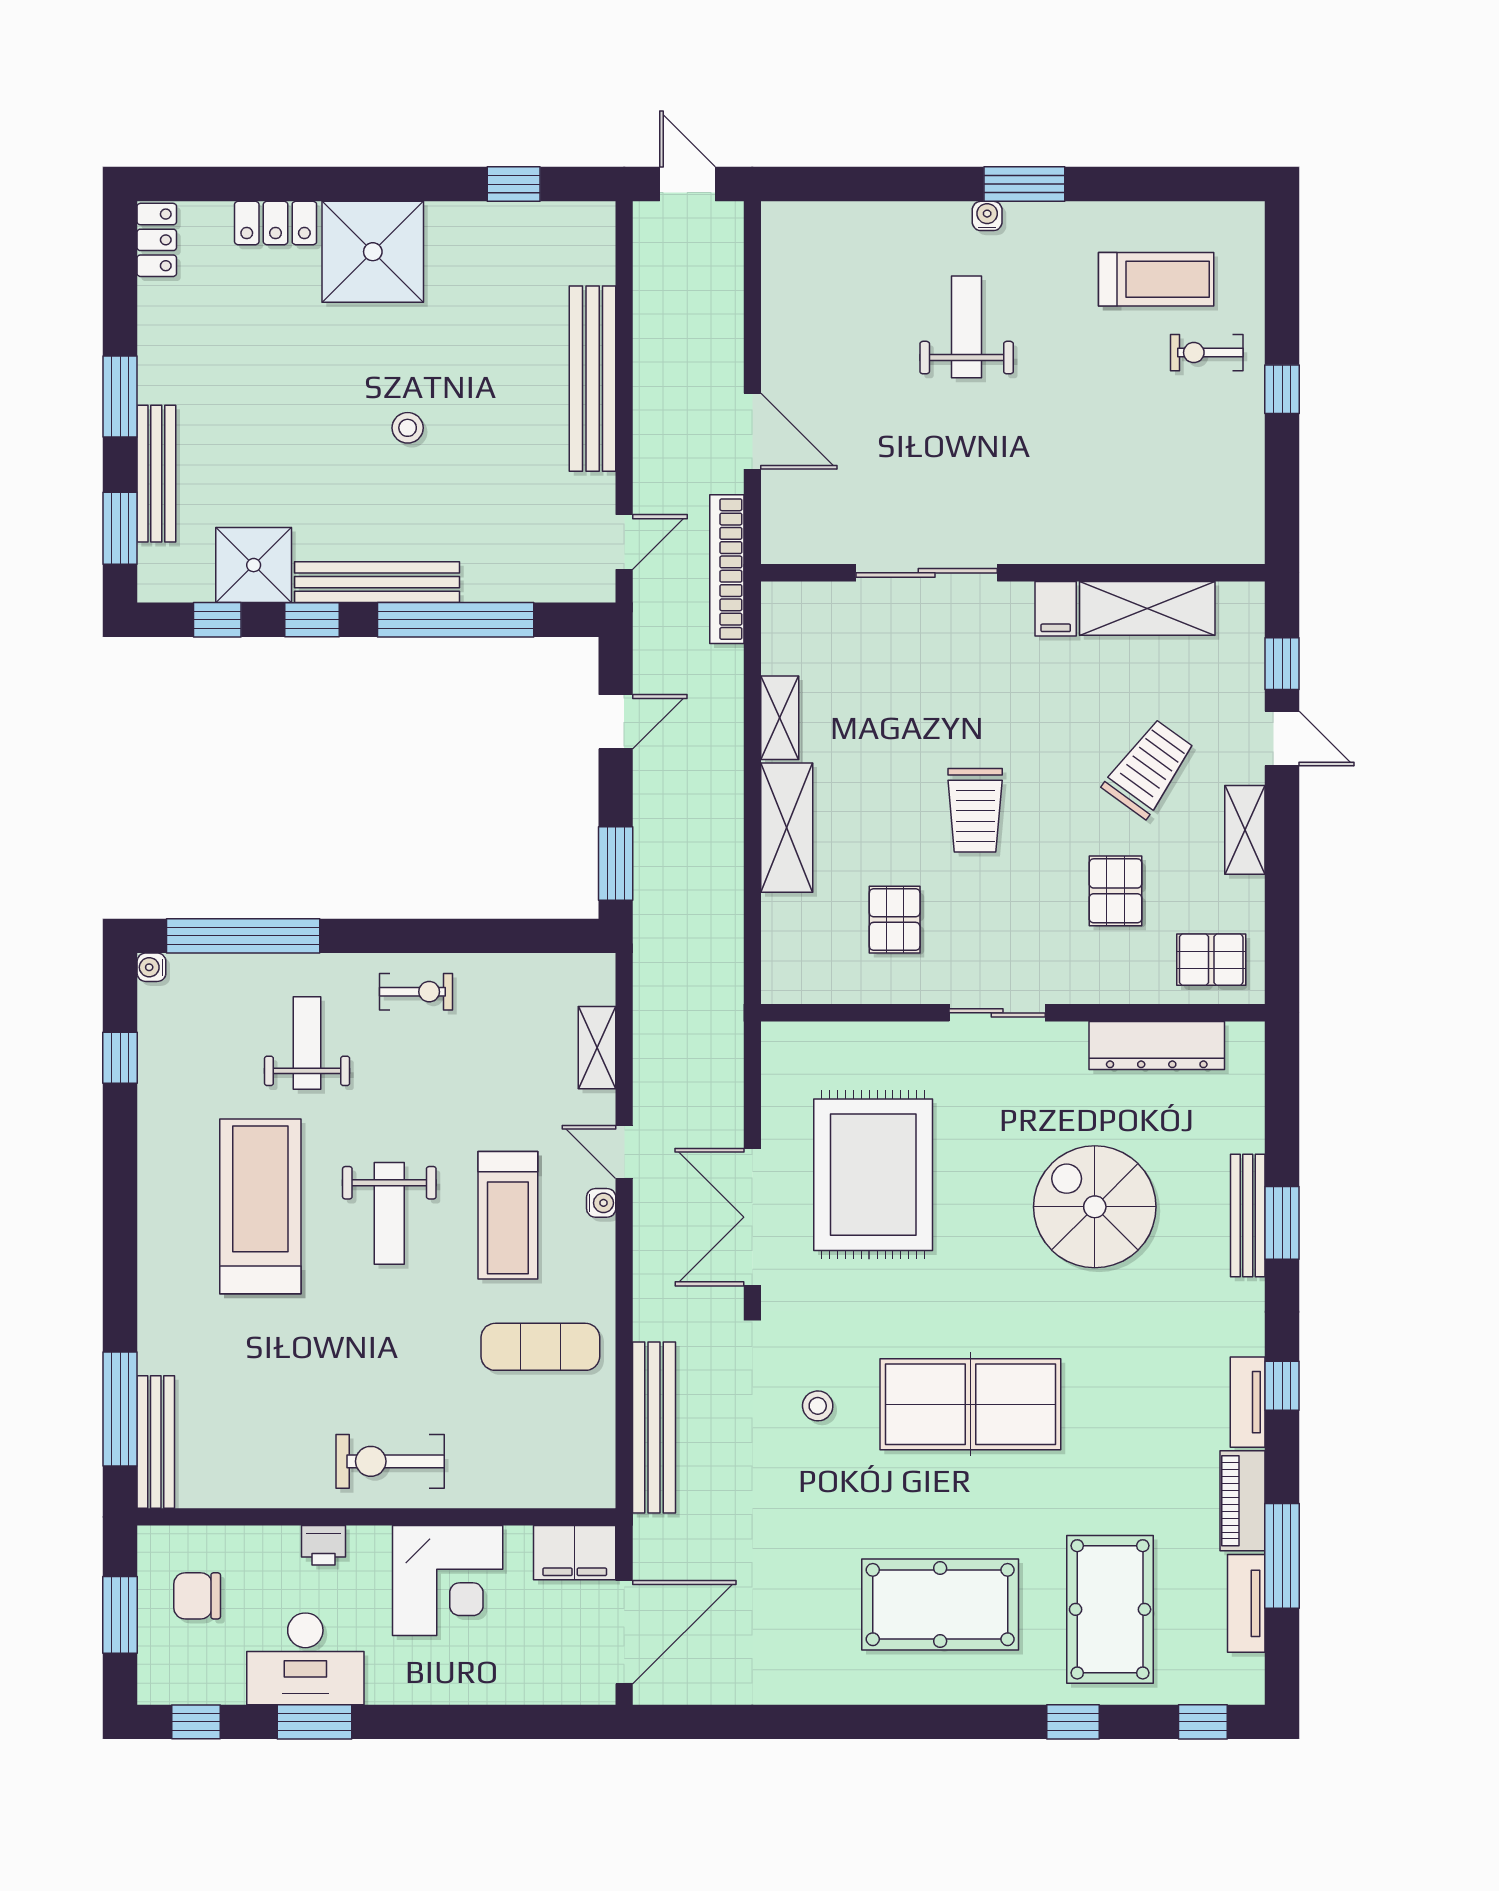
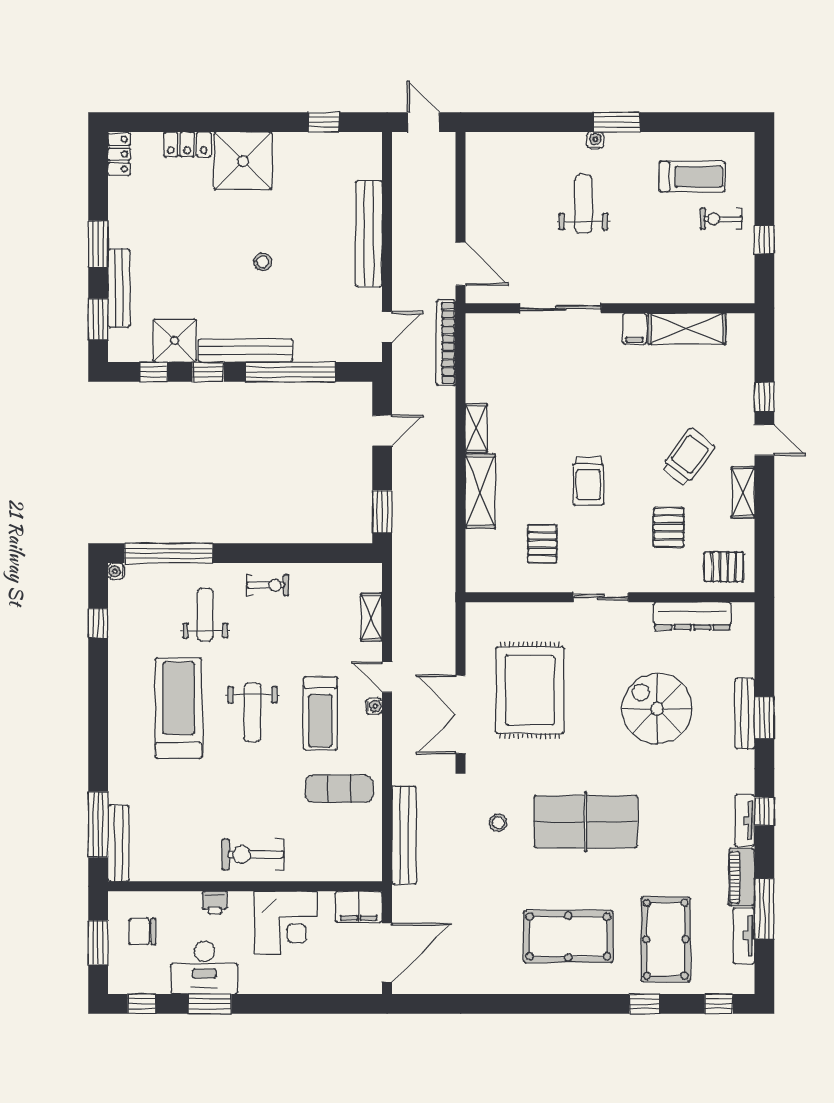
sliding door: (927, 573) -> (561, 308), moved
wall: (1013, 573) -> (610, 308), moved
shelving: (1147, 608) -> (687, 329), moved
filing cabinet: (1056, 609) -> (635, 329), moved

